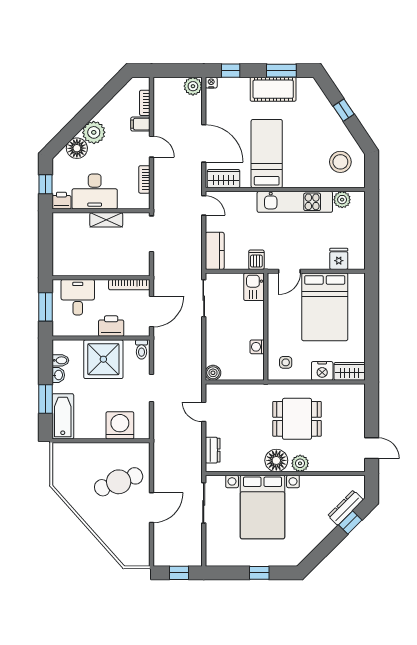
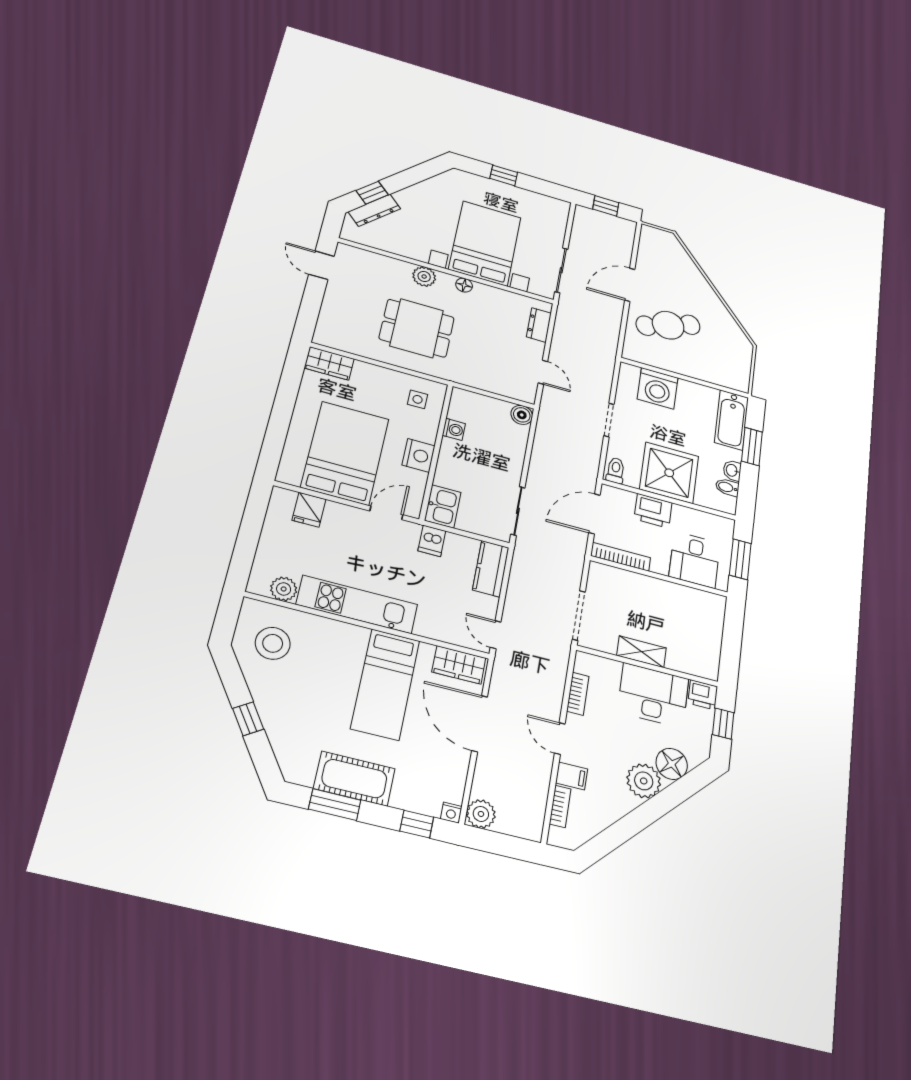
nightstand: (322, 371) -> (419, 455), moved, turned 90
floor lamp: (276, 460) -> (464, 285), width x0.53, depth x0.53

